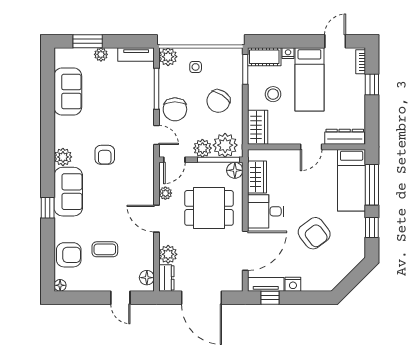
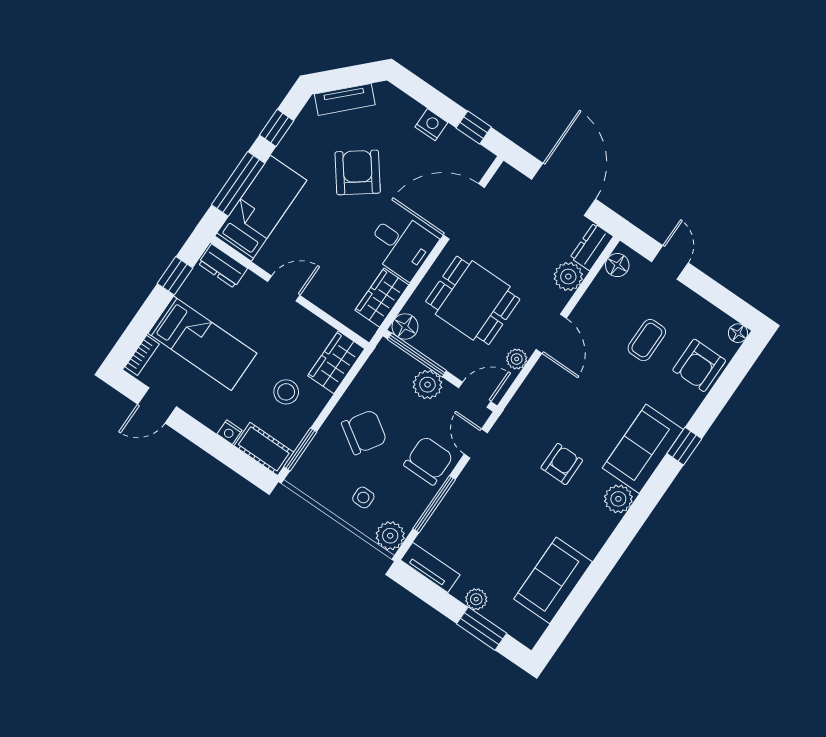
bed: (309, 79) -> (202, 343), moved, turned 90
window: (372, 85) -> (175, 276), moved
dresser: (345, 137) -> (223, 266), width x0.70
plant: (225, 145) -> (395, 368), removed
coffee table: (105, 249) -> (647, 340), turned 90
armchair: (69, 255) -> (699, 365), turned -90
tv unit: (266, 284) -> (345, 99), moved, turned -45

